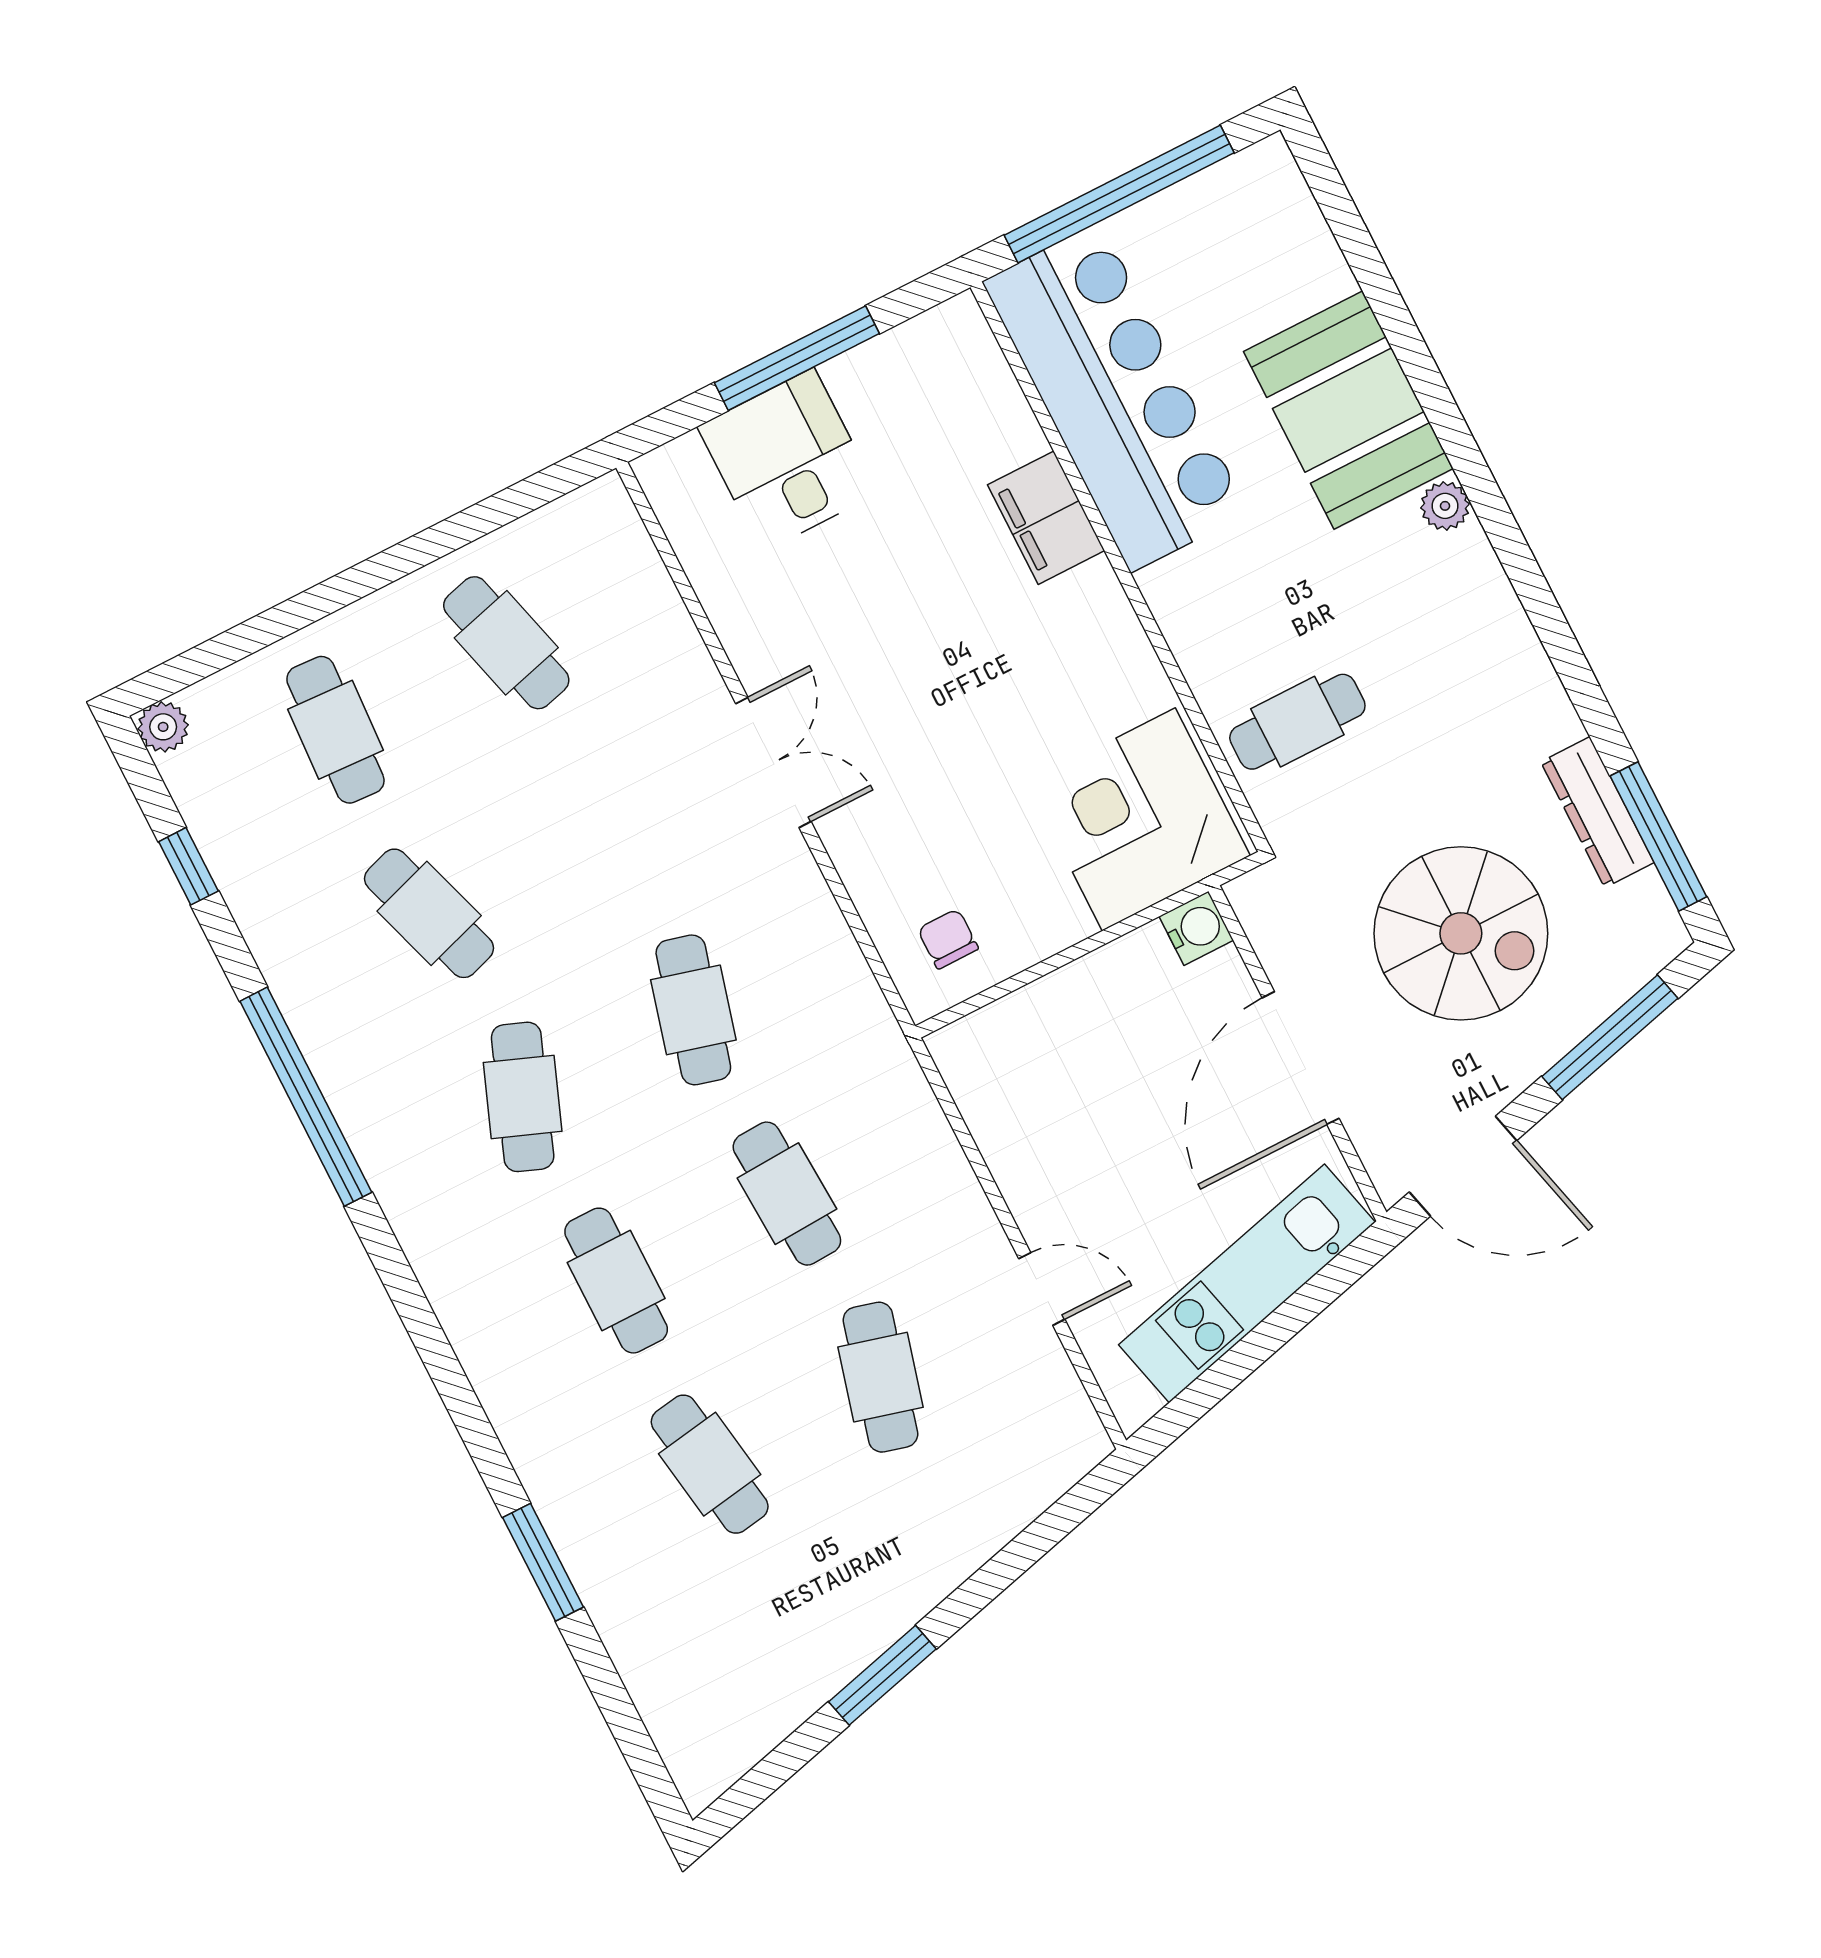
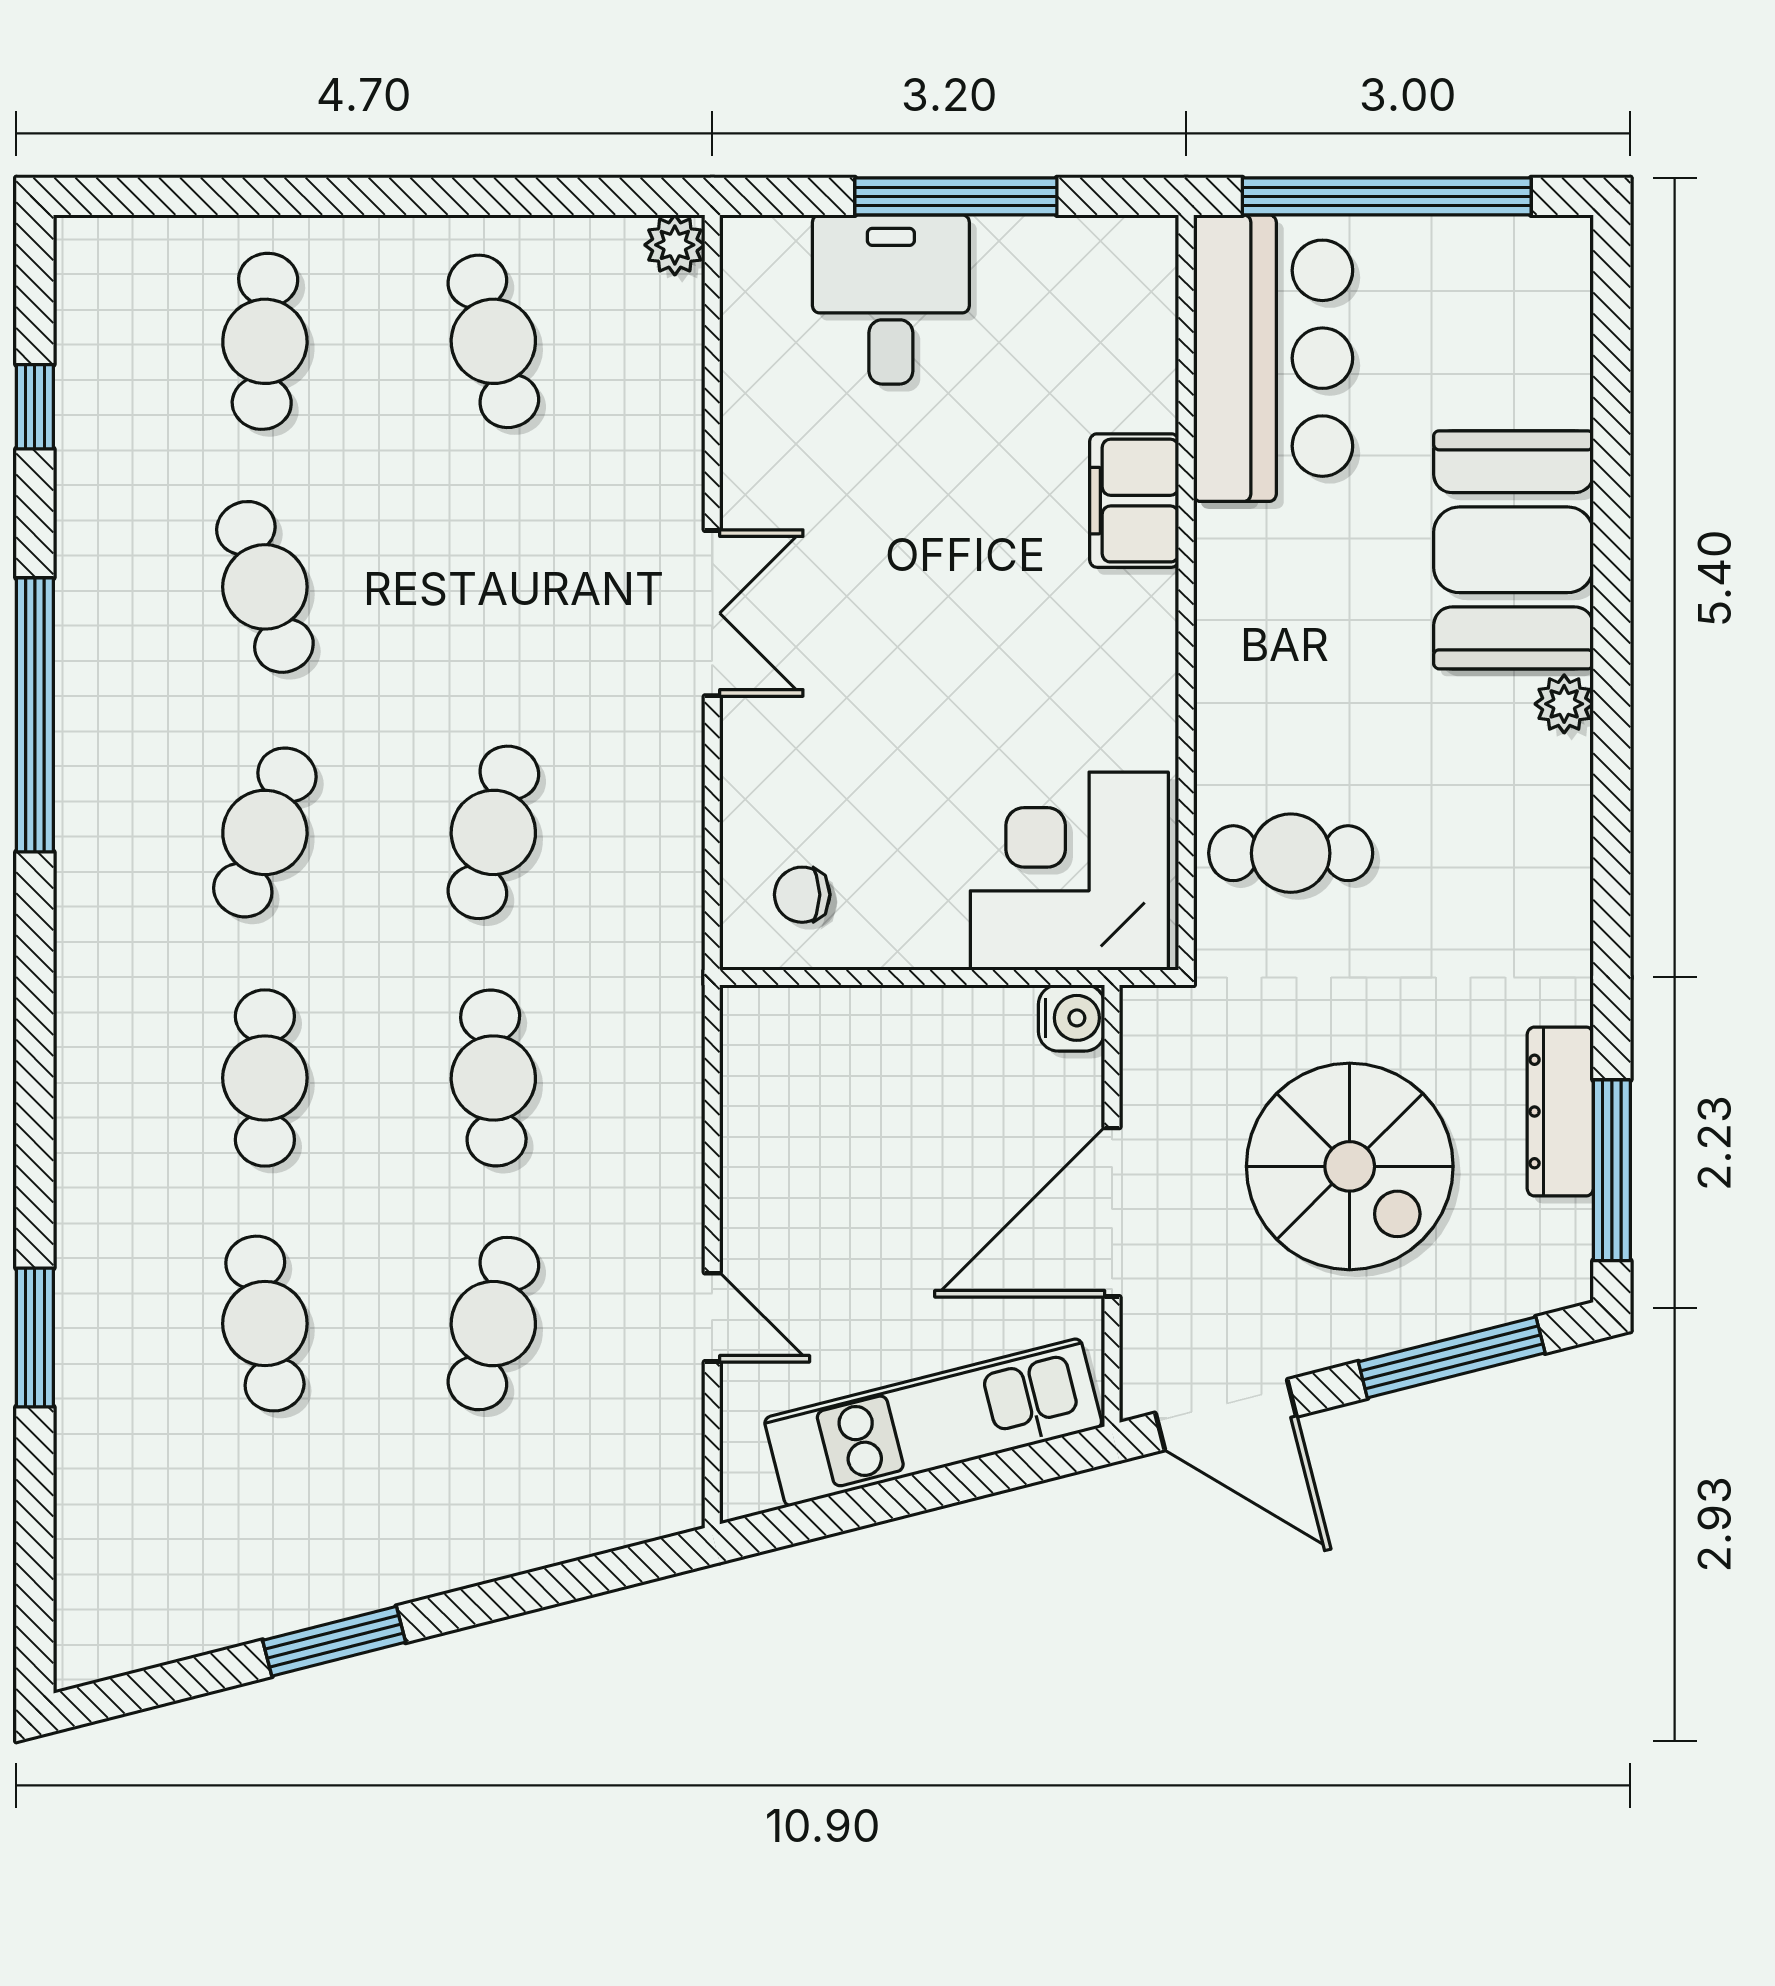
bar counter: (1116, 397) -> (1273, 358), width x0.73
plant: (163, 727) -> (675, 245), moved
chair: (948, 939) -> (802, 895), turned -90

